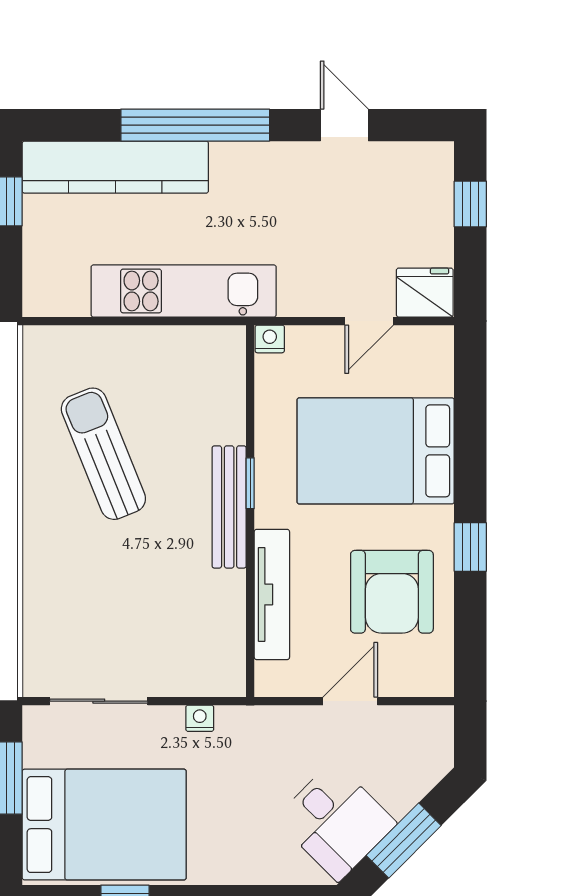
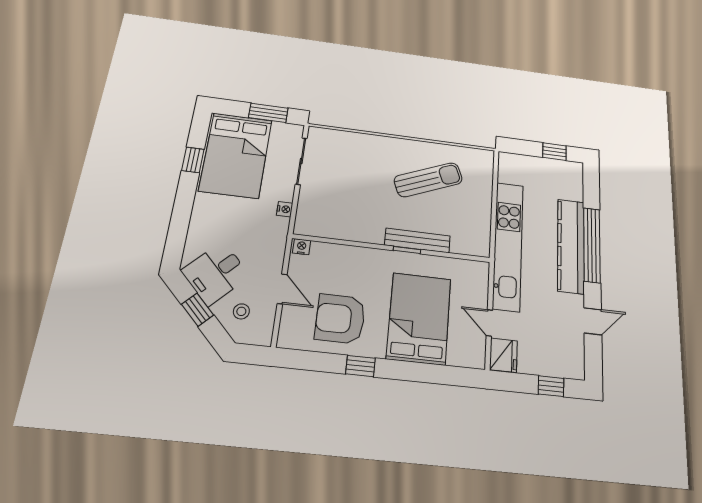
kitchen counter: (115, 167) -> (571, 246), moved
kitchen unit: (184, 291) -> (508, 246), width x1.36
nightstand: (270, 339) -> (302, 247), moved, turned -90
bench: (229, 507) -> (417, 240), moved
tv unit: (272, 594) -> (346, 254), removed
stool: (398, 765) -> (241, 311), added
window: (404, 841) -> (197, 310), width x0.67

